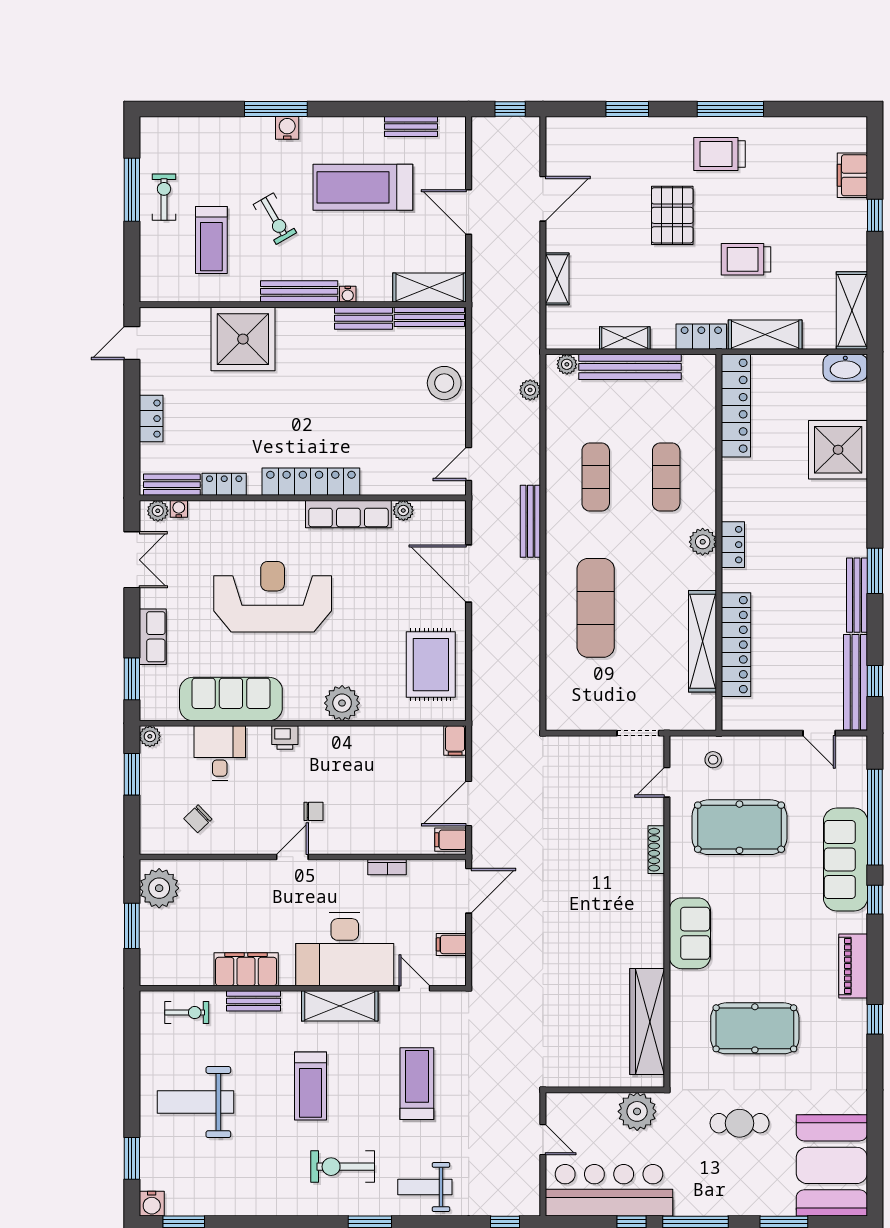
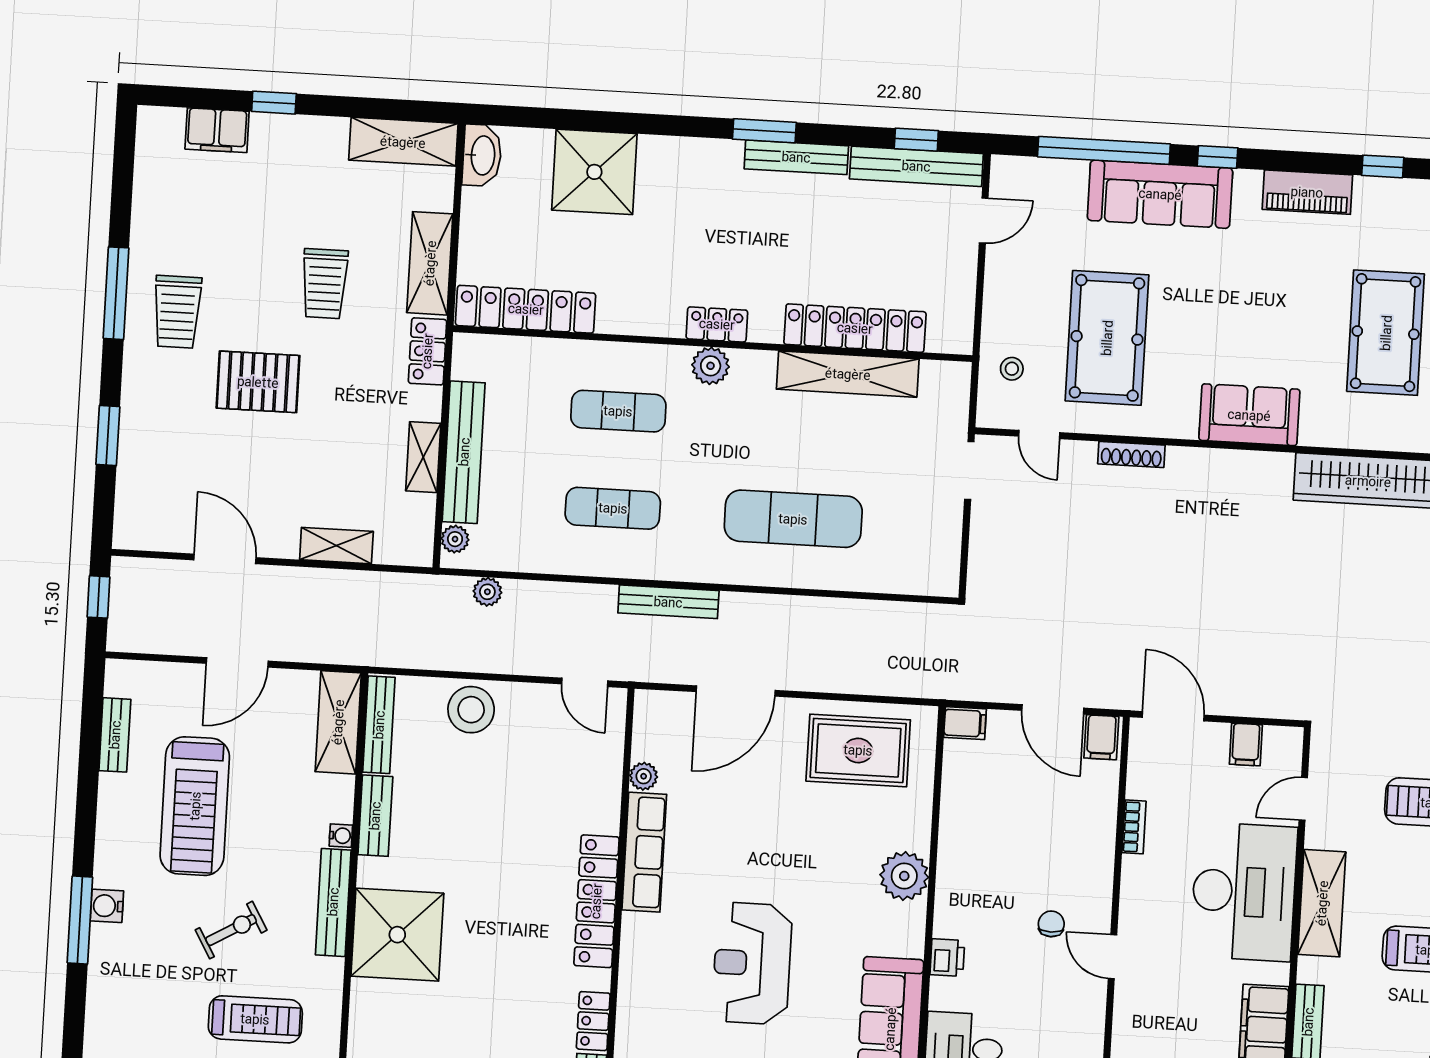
shower: (243, 339) -> (397, 935), moved
reception desk: (273, 597) -> (752, 963), width x0.74, depth x0.77

